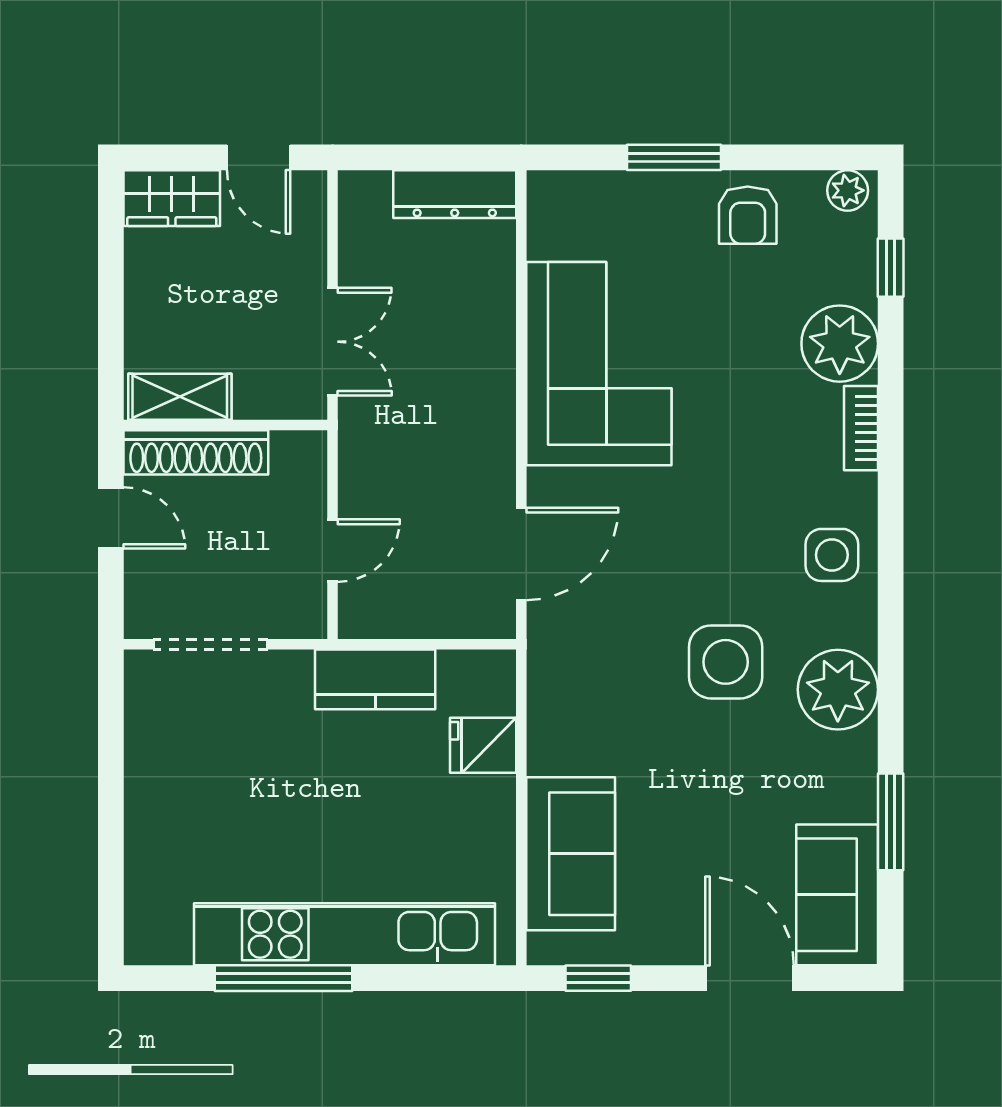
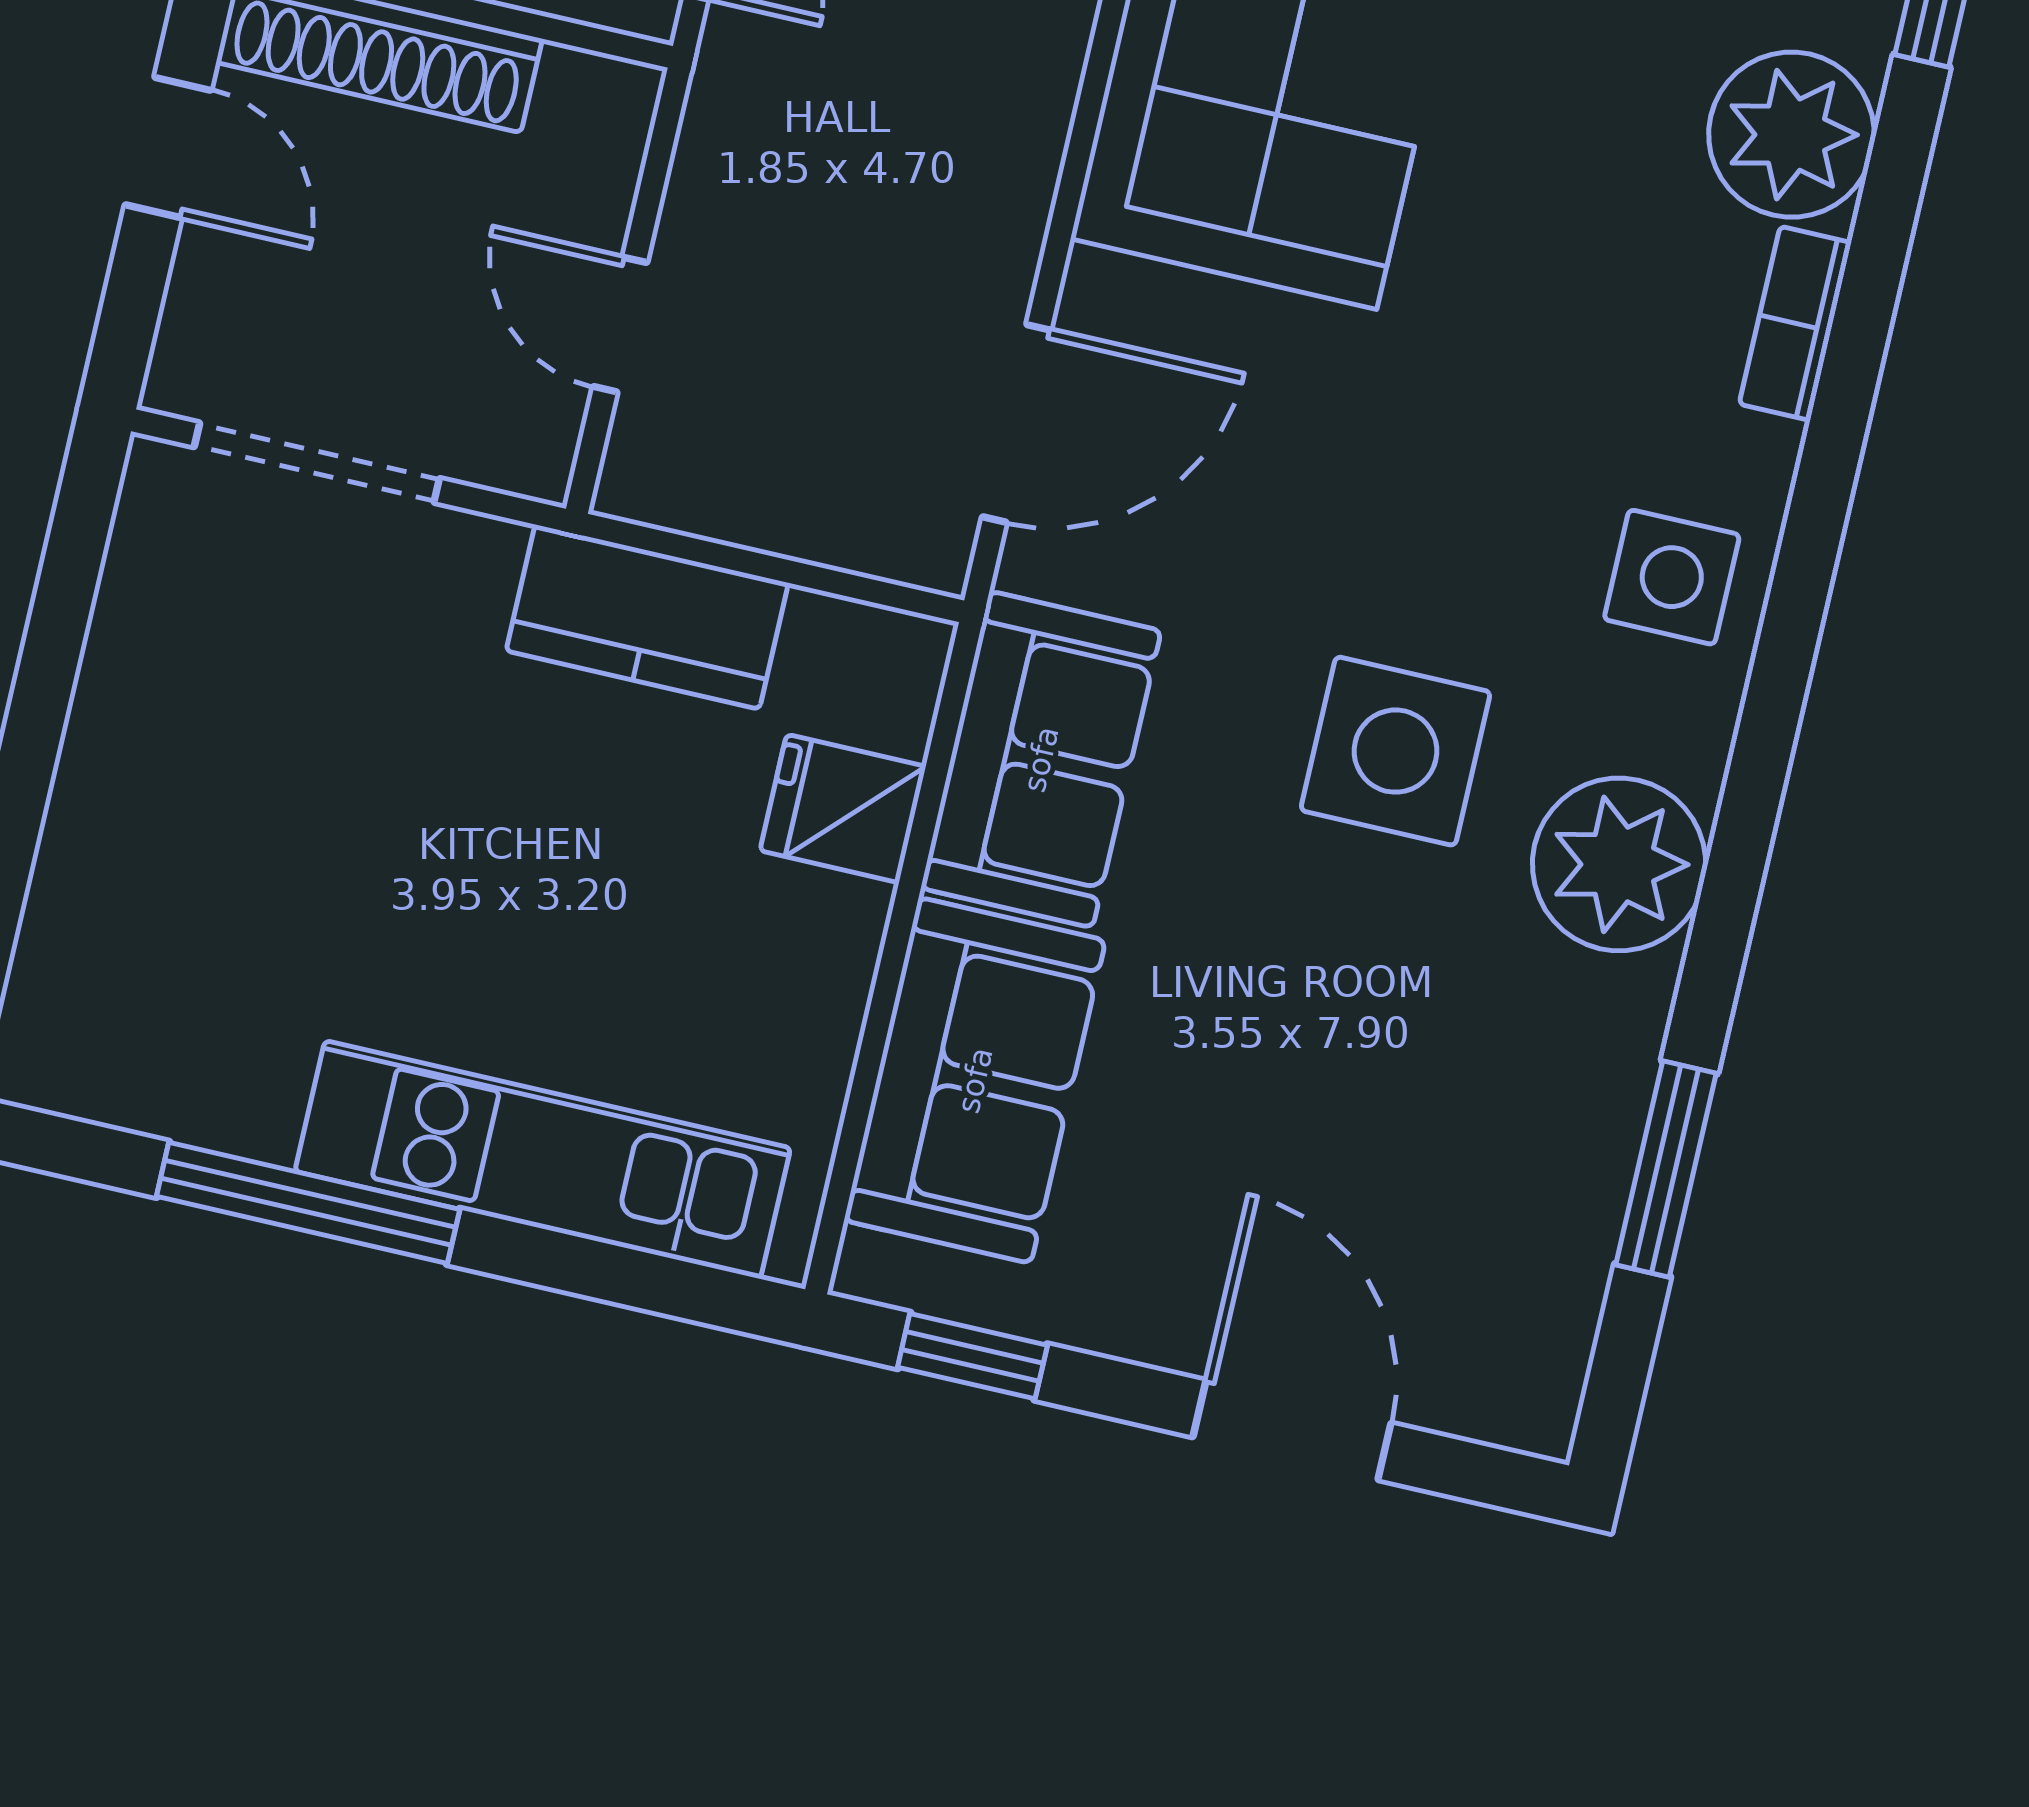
door: (333, 551) -> (620, 325), swing flipped
sofa: (837, 895) -> (1041, 759), moved, turned 180
kitchen unit: (344, 934) -> (543, 1160), width x0.73

